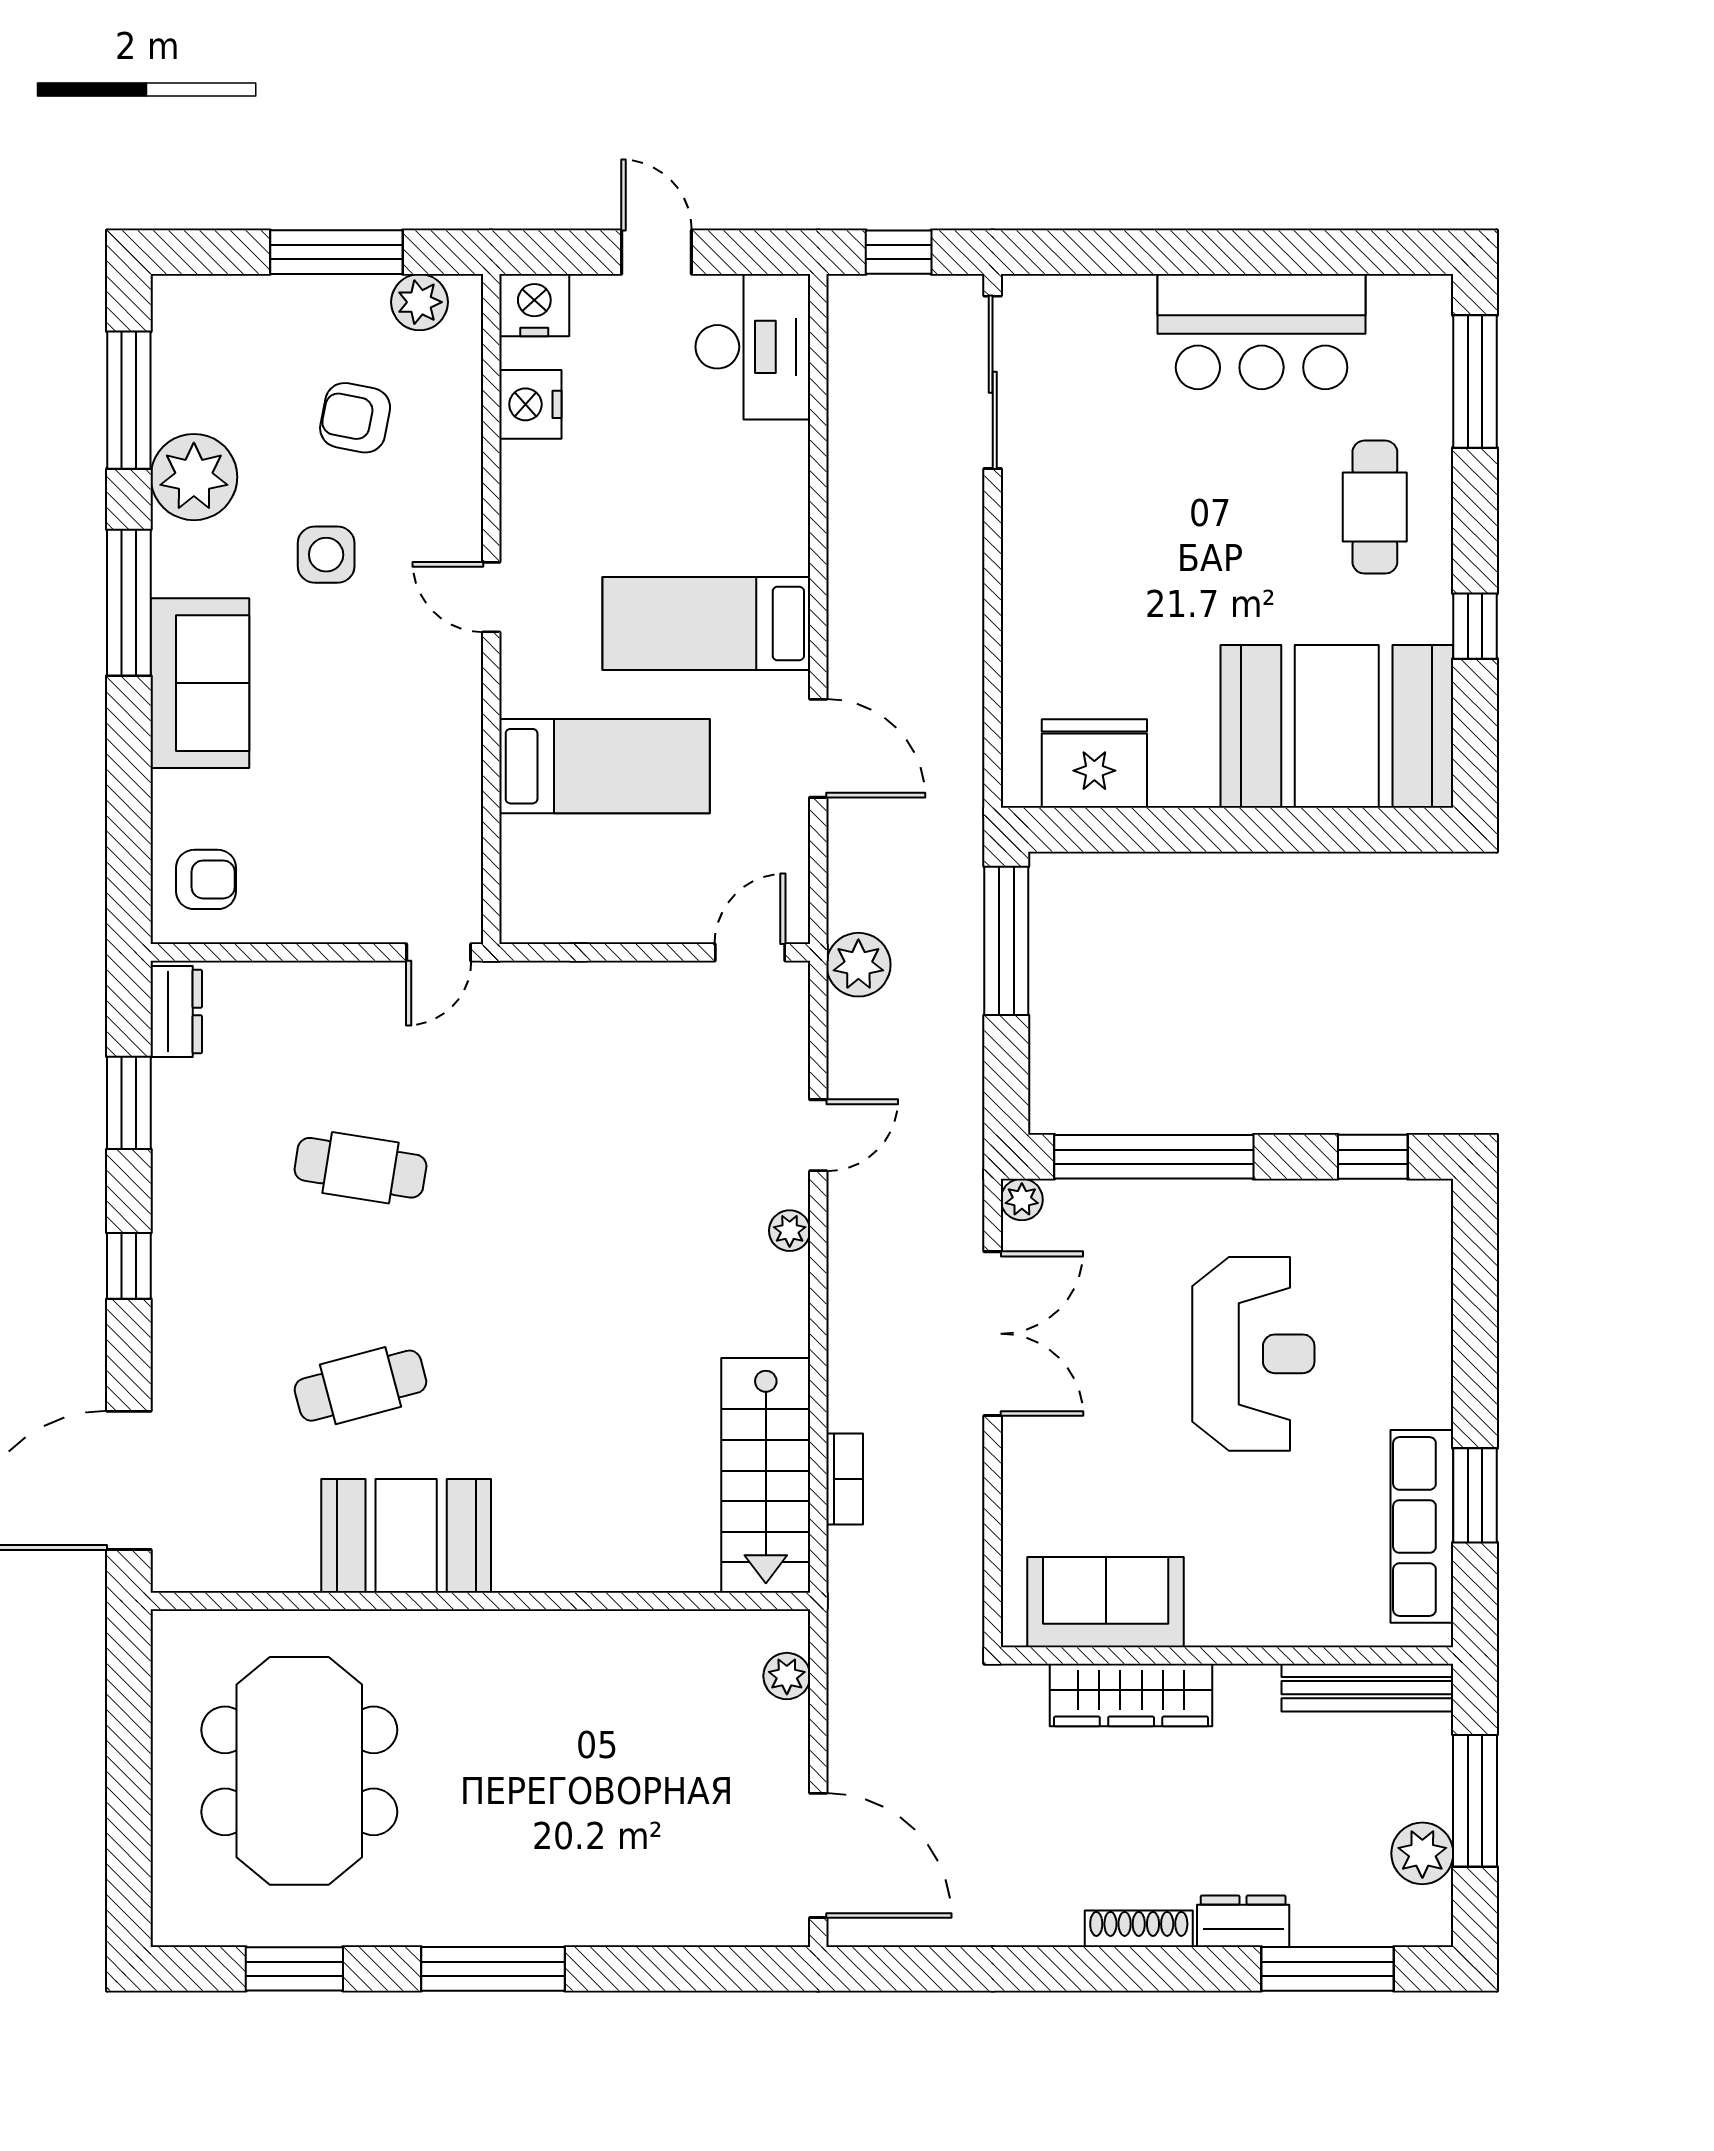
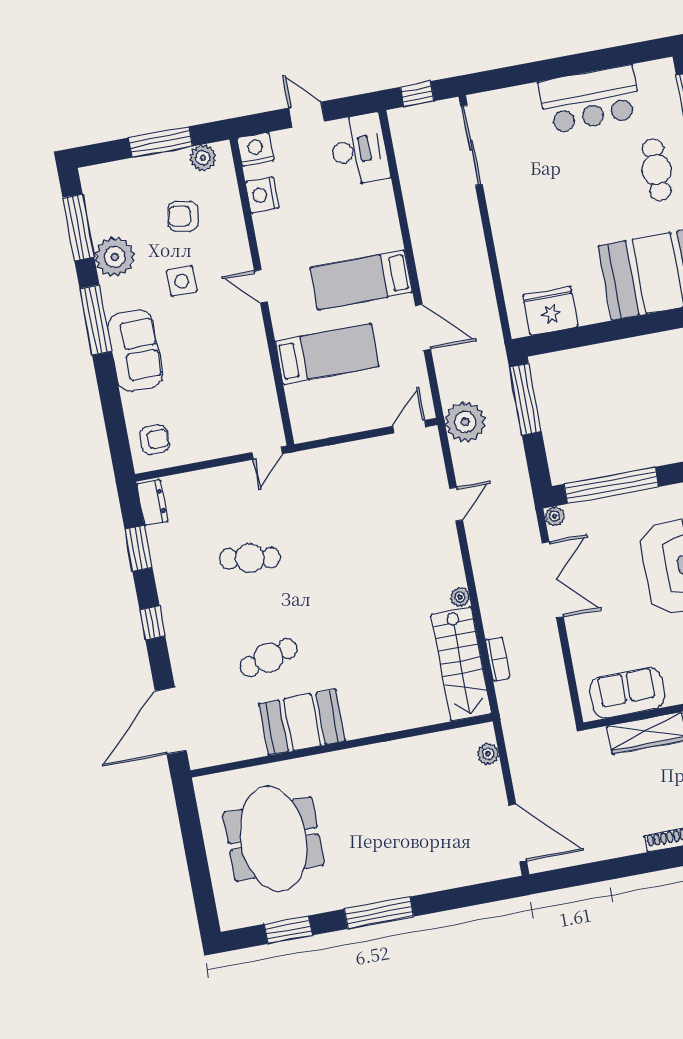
plant: (858, 965) -> (465, 422), width x1.36, depth x1.36
plant: (790, 1231) -> (460, 597), moved

